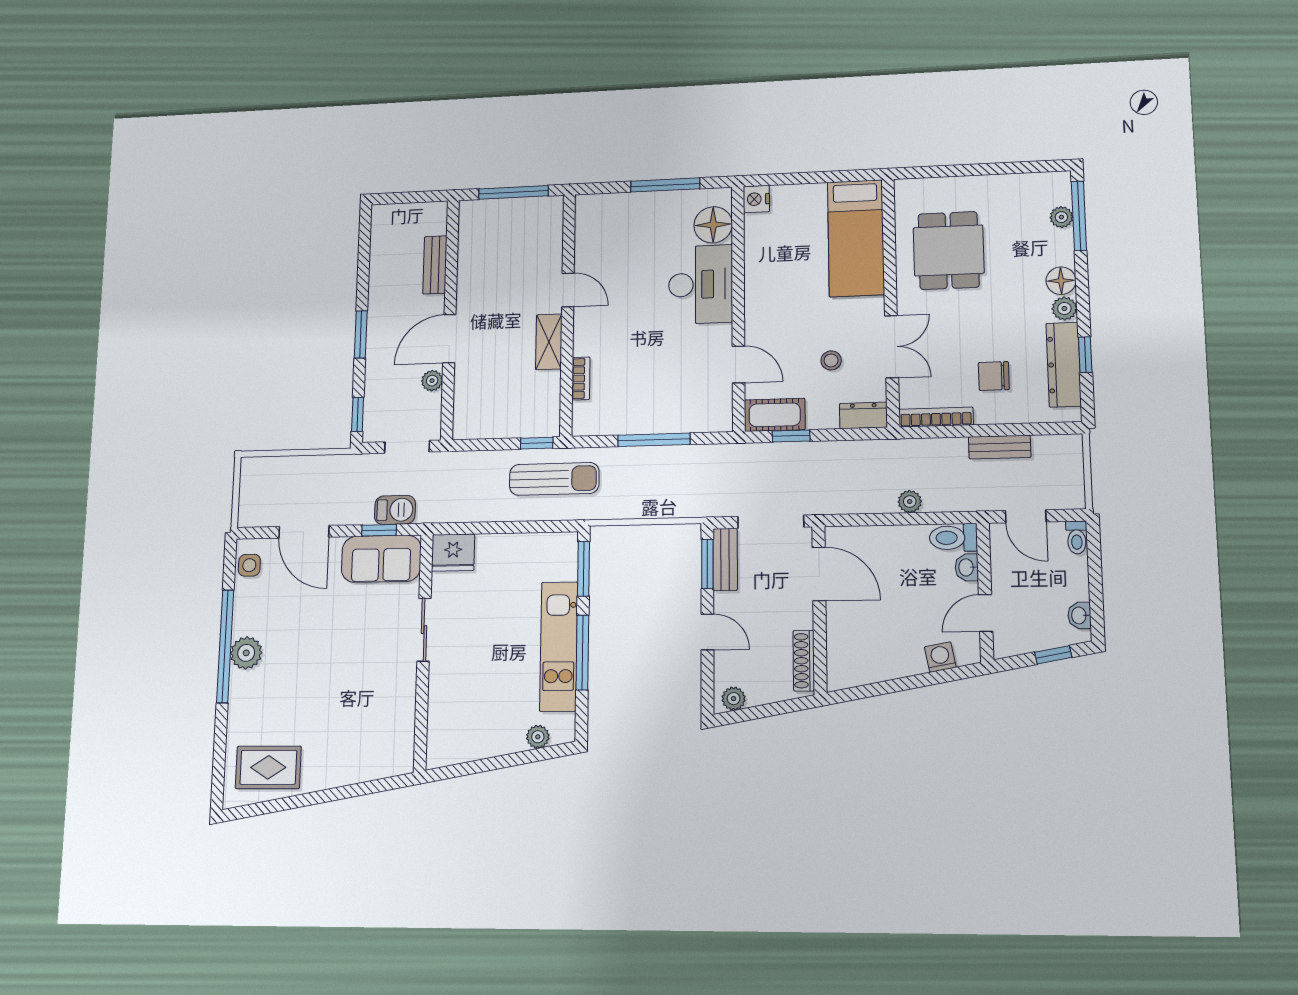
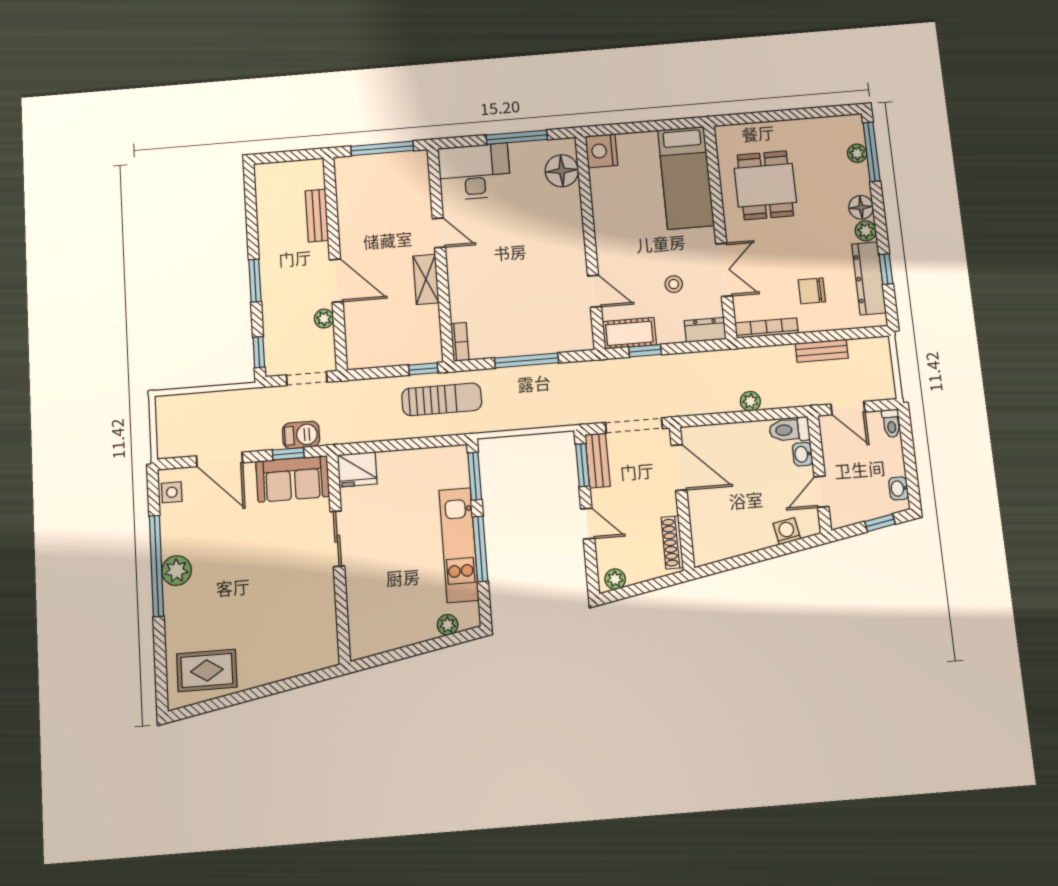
nightstand: (756, 199) -> (601, 151), width x1.36, depth x1.33
desk: (701, 284) -> (474, 172), moved, turned -90
door: (449, 339) -> (336, 281), swing flipped
bookcase: (581, 378) -> (460, 342), moved

